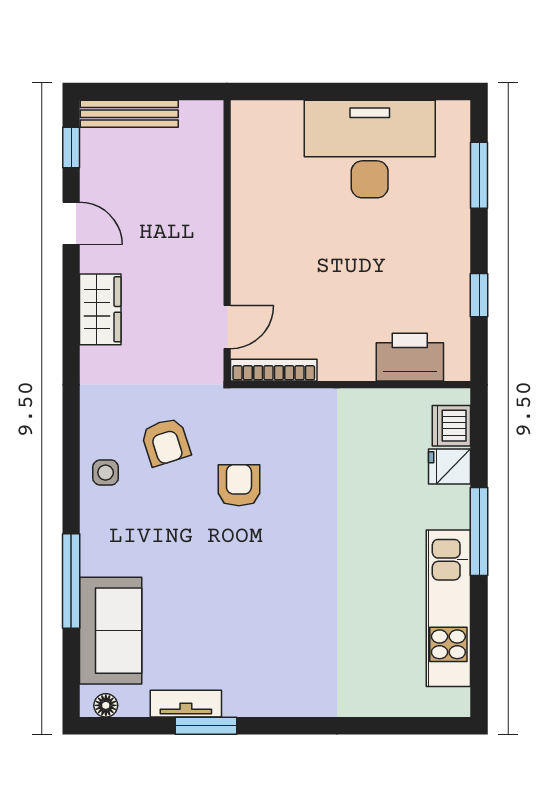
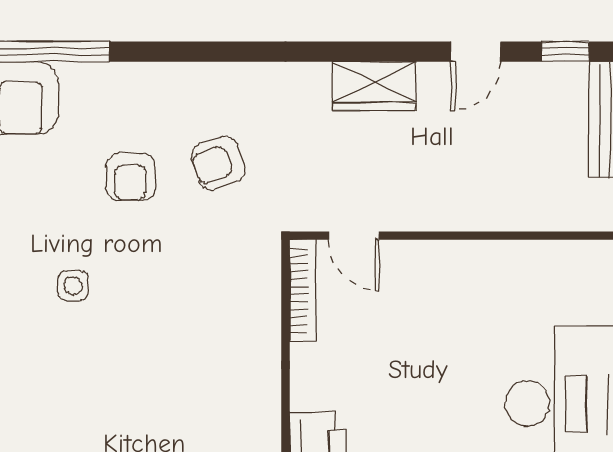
side table: (106, 473) -> (73, 286), moved
armchair: (239, 485) -> (130, 177), moved, turned 90

